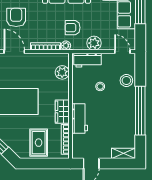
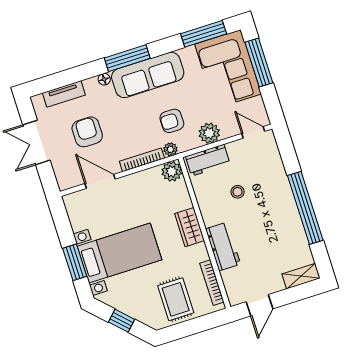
plant: (62, 72) -> (172, 171), moved
stool: (126, 81) -> (272, 172), removed
wardrobe: (62, 112) -> (190, 227), moved

